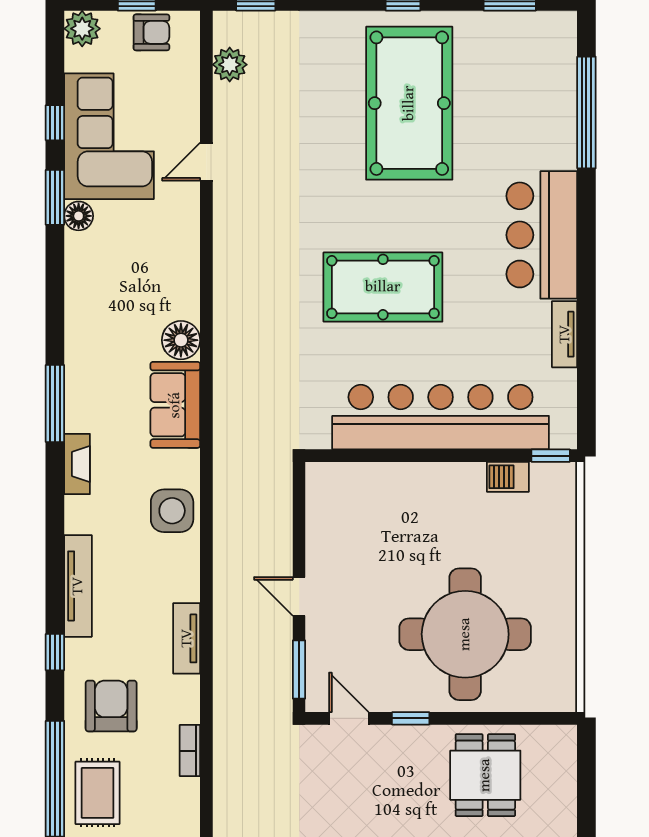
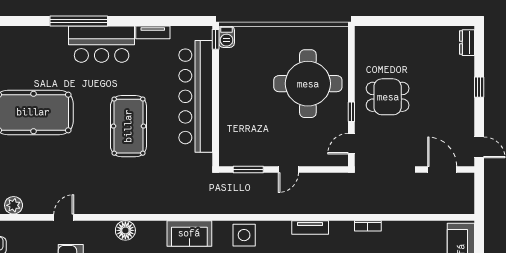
window: (586, 112) -> (79, 21), moved
door: (206, 162) -> (64, 217), swing flipped
floor lamp: (181, 340) -> (125, 230), moved
barbecue: (508, 477) -> (227, 37), moved
window: (299, 669) -> (248, 169), moved
dining table: (485, 775) -> (388, 97), moved

